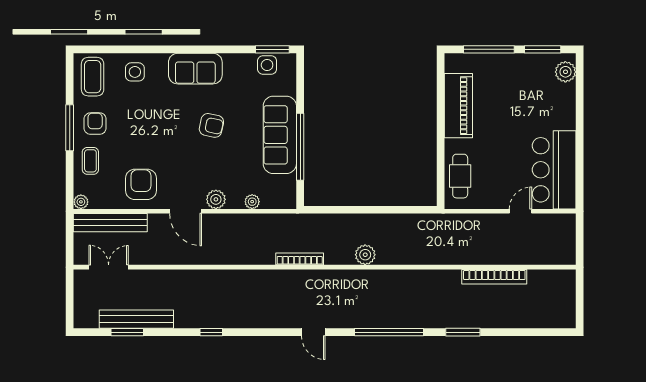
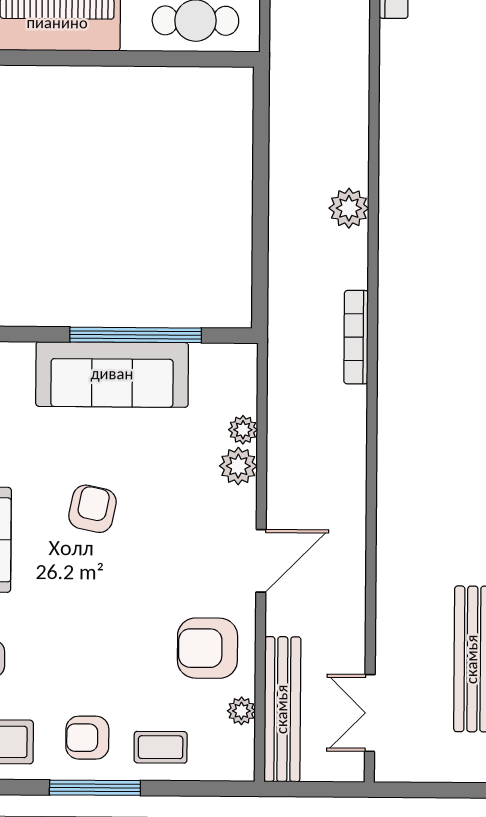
plant: (216, 199) -> (238, 466), moved
plant: (81, 202) -> (241, 711), moved

